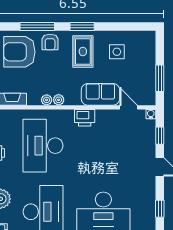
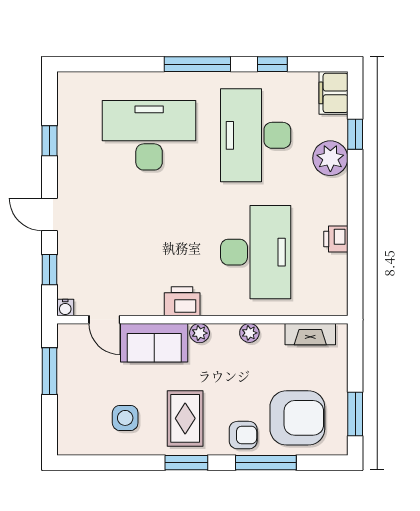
armchair: (50, 42) -> (243, 435), turned 90
plant: (59, 100) -> (199, 333), moved

